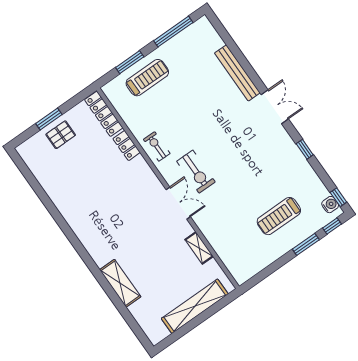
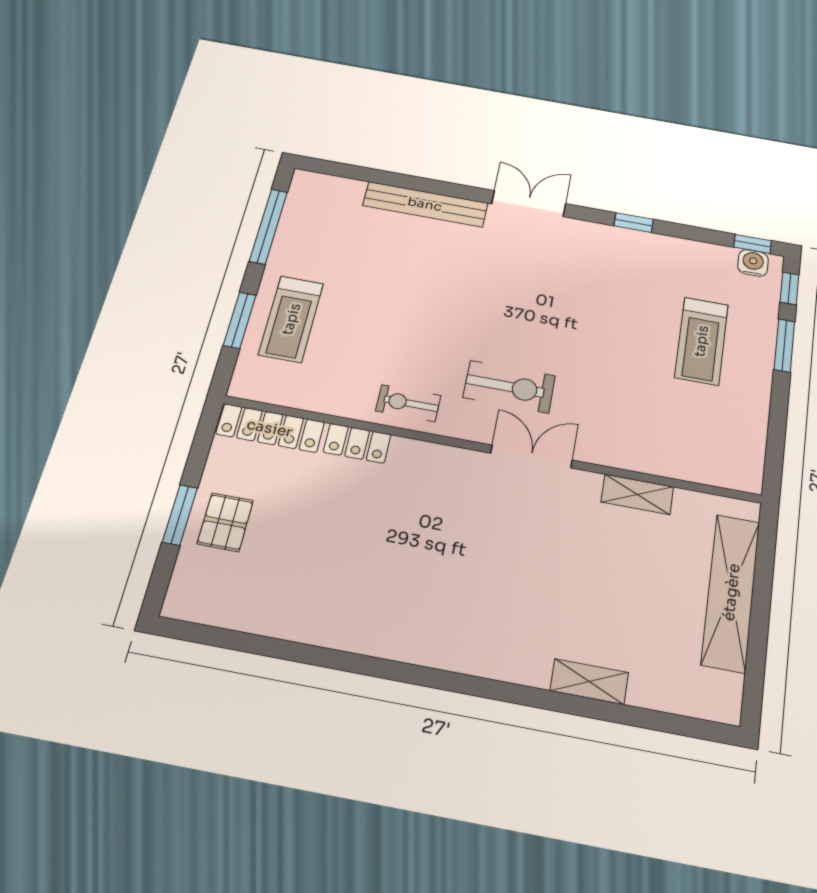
treadmill: (147, 78) -> (291, 319), turned 180
shelving: (120, 283) -> (589, 682), width x0.67, depth x0.75

